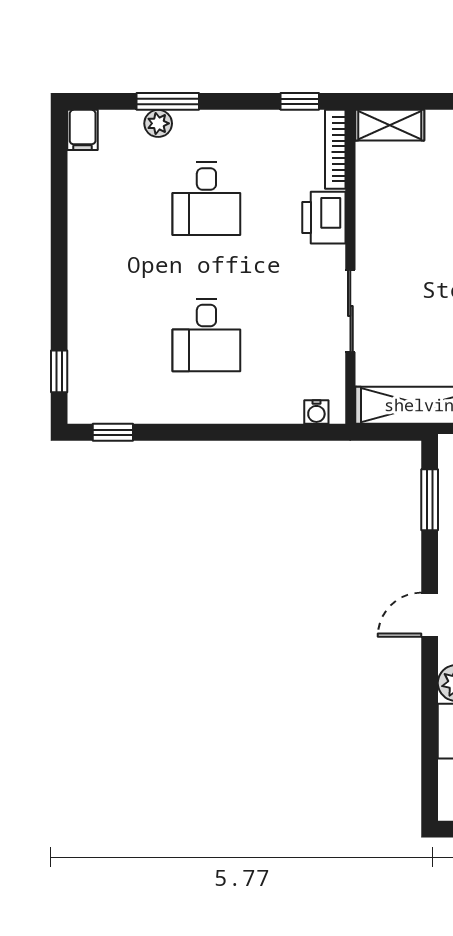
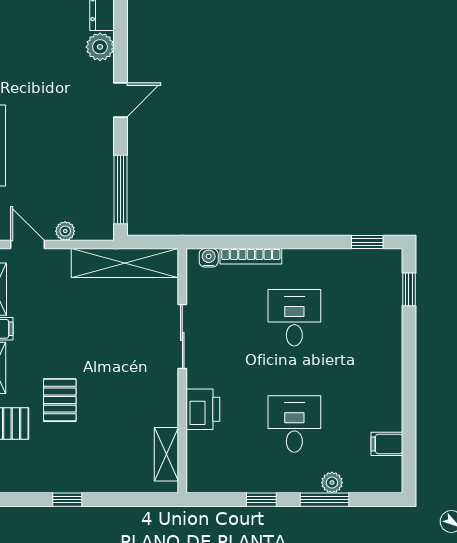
window: (300, 101) -> (261, 500), moved
shelving: (390, 125) -> (166, 454), moved, turned 90
filing cabinet: (83, 130) -> (387, 444), moved, turned -90
bookcase: (335, 149) -> (251, 256), moved, turned 90
window: (430, 500) -> (120, 190), width x1.44

